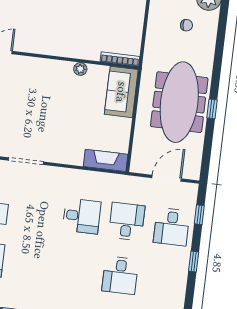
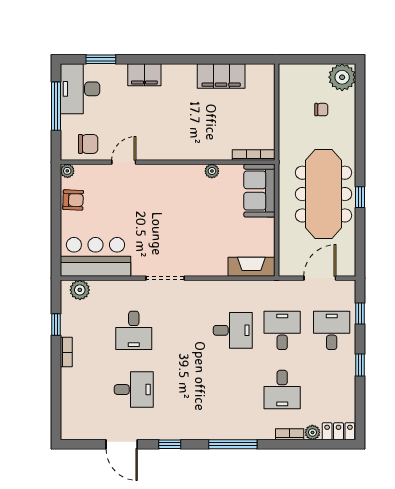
desk: (172, 227) -> (332, 330), turned 180

